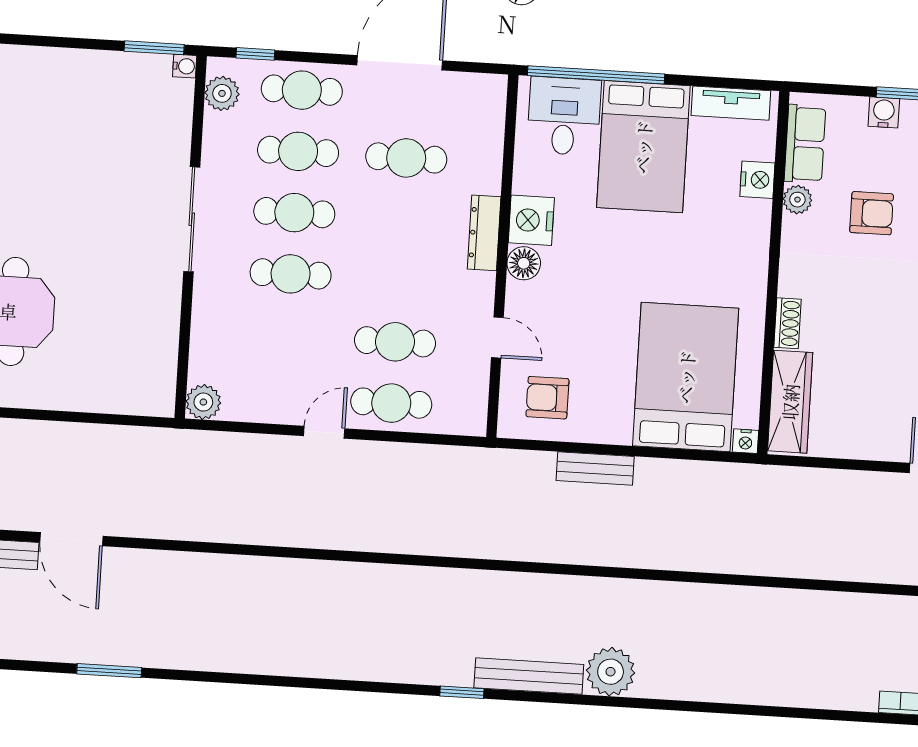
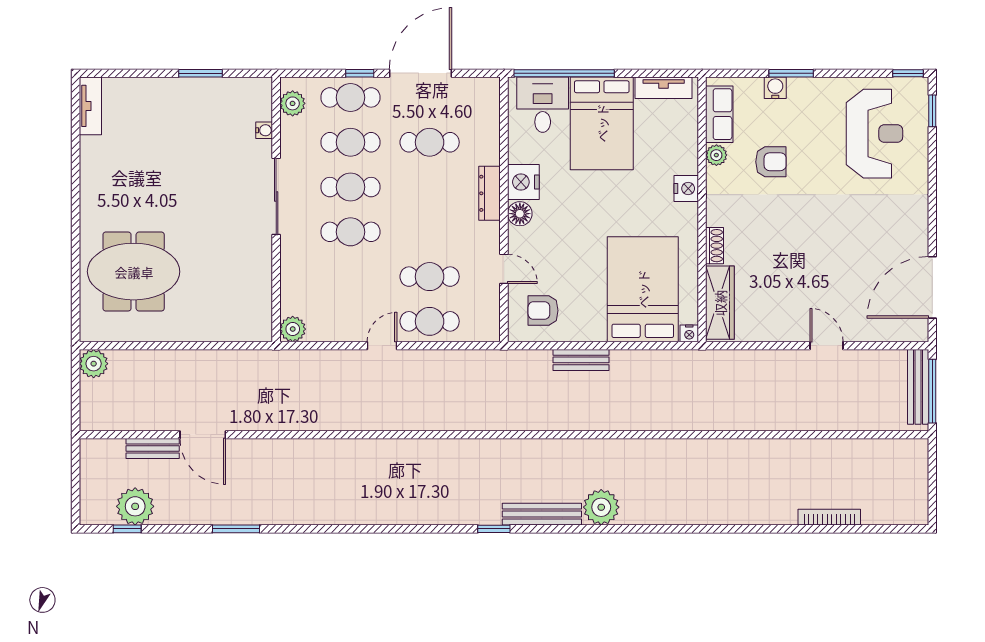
window: (154, 48) -> (201, 73), moved
window: (255, 54) -> (360, 73), moved
water cooler: (185, 66) -> (264, 130), moved
nightstand: (757, 180) -> (686, 188), moved

